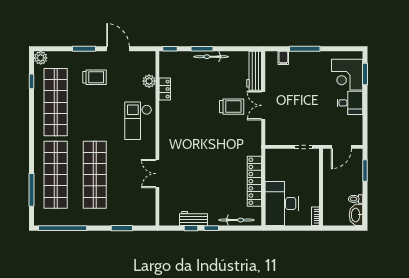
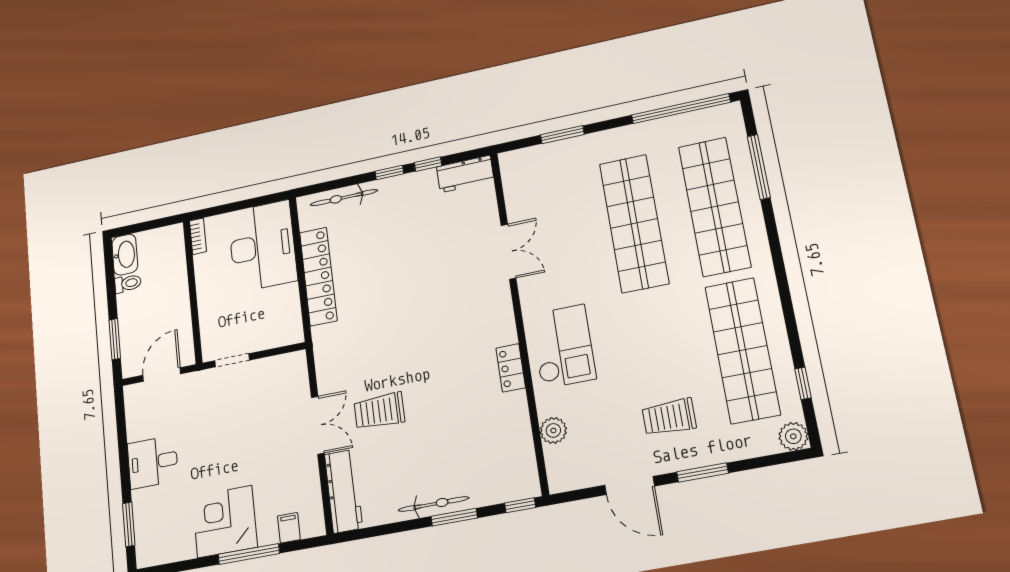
corner desk: (347, 75) -> (225, 522), moved, turned -90
locker: (165, 89) -> (511, 368), moved
workbench: (193, 219) -> (465, 174), moved

